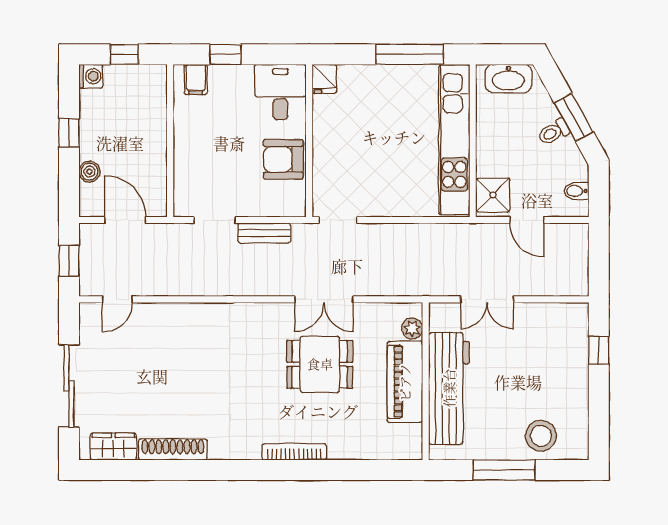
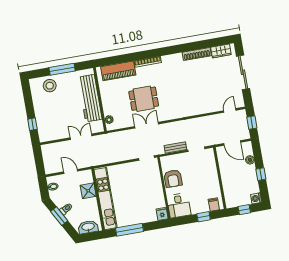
armchair: (283, 159) -> (173, 179), turned 90
shower: (493, 195) -> (88, 191), moved
piano: (405, 382) -> (118, 71), moved, turned 90

